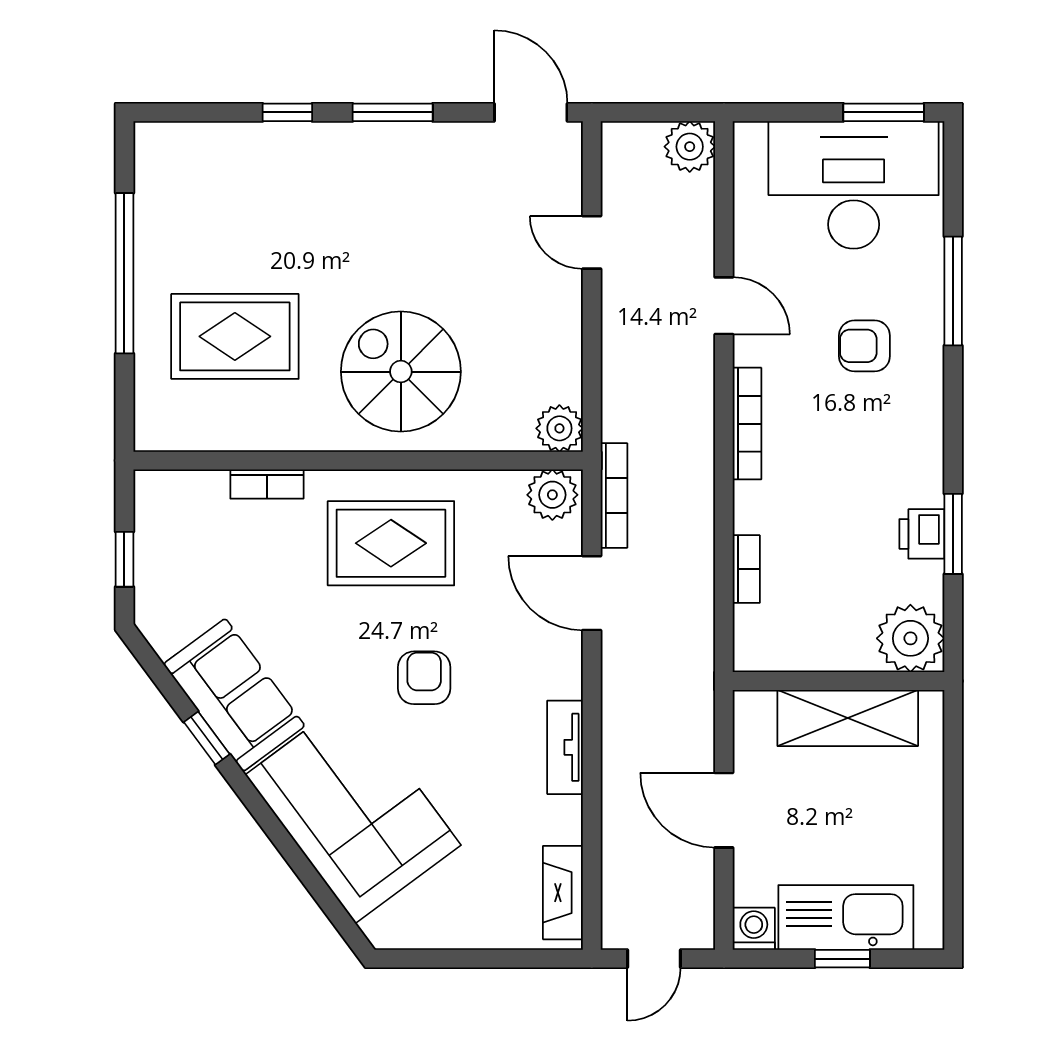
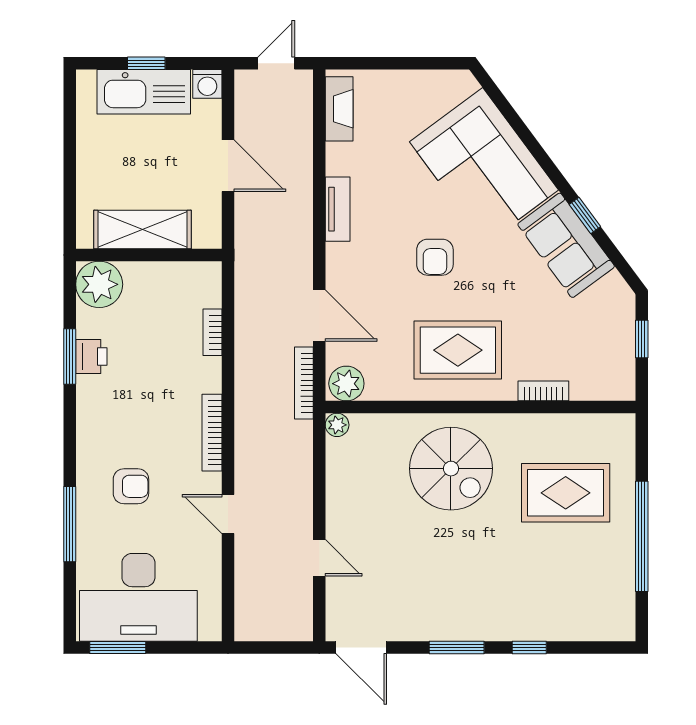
plant: (690, 147) -> (252, 624), removed
plant: (559, 428) -> (337, 425), width x0.73, depth x0.73

